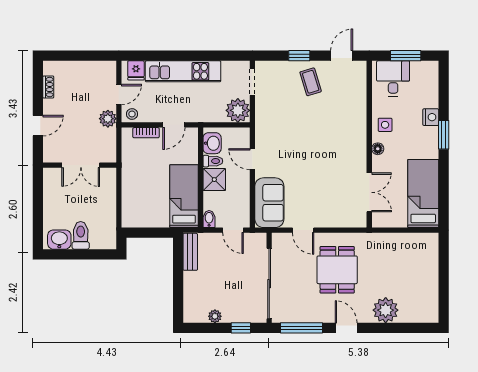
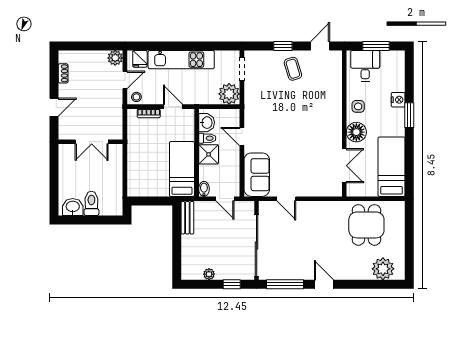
plant: (108, 119) -> (115, 58), moved
door: (174, 125) -> (173, 107), swing flipped
floor lamp: (378, 149) -> (356, 132), width x1.89, depth x1.89
dining table: (337, 270) -> (366, 225), moved
plant: (386, 310) -> (383, 269), moved

